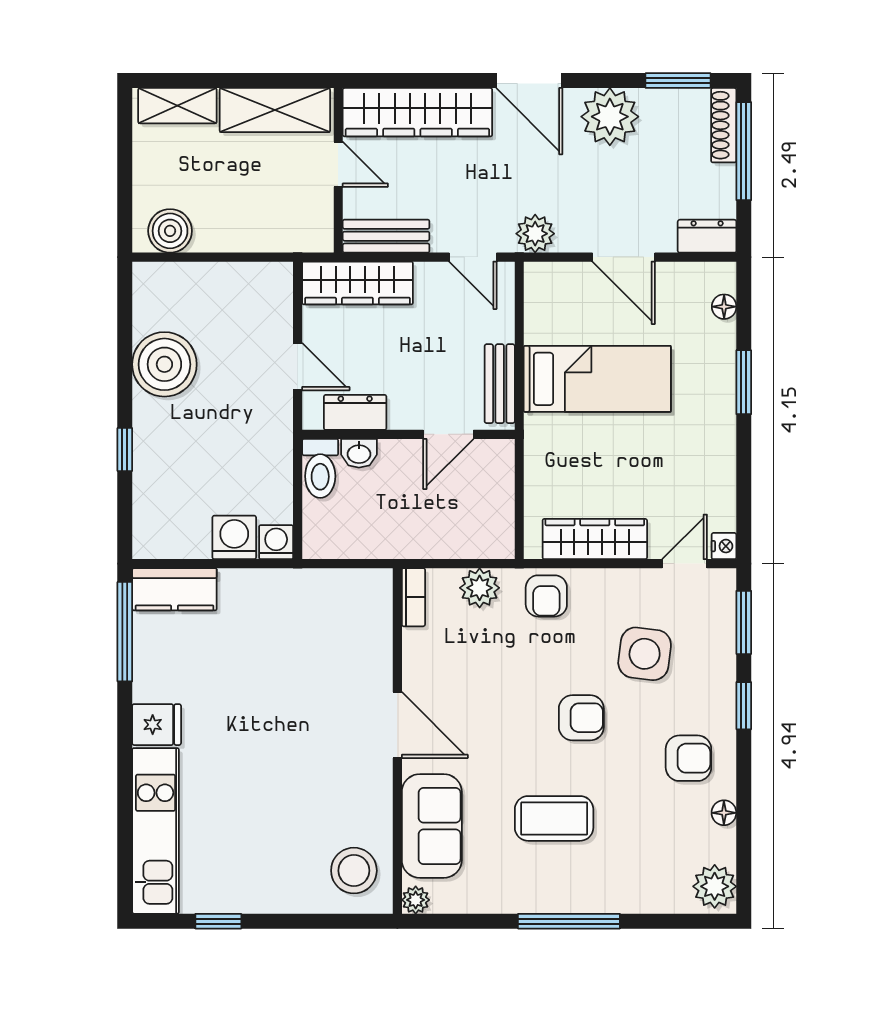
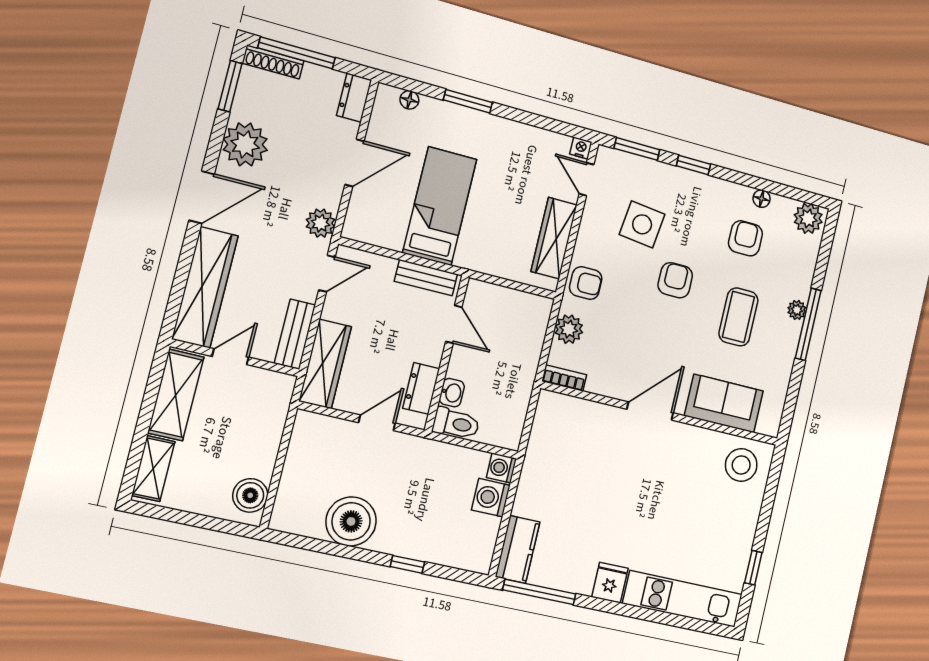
armchair: (688, 758) -> (745, 238), moved
plant: (416, 900) -> (797, 310), moved

